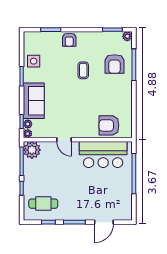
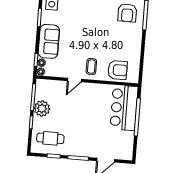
coffee table: (83, 70) -> (91, 67), moved
armchair: (109, 125) -> (118, 70), turned 180
door: (64, 140) -> (74, 80), hinge flipped
plant: (32, 150) -> (42, 109), moved
bar counter: (103, 154) -> (124, 108), moved, turned 90

